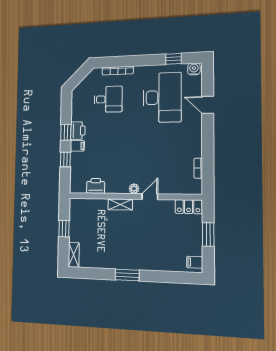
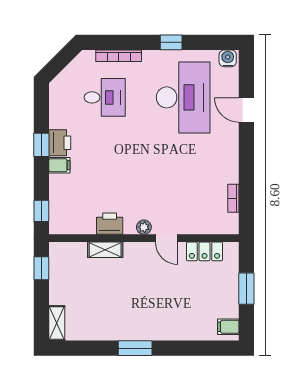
window: (174, 59) -> (171, 42), moved
window: (65, 160) -> (41, 211), moved
printer: (96, 186) -> (110, 224), moved
door: (150, 197) -> (167, 238), swing flipped
shelving: (120, 204) -> (105, 250), moved
locker: (189, 207) -> (204, 251), moved
window: (64, 229) -> (41, 268), moved

